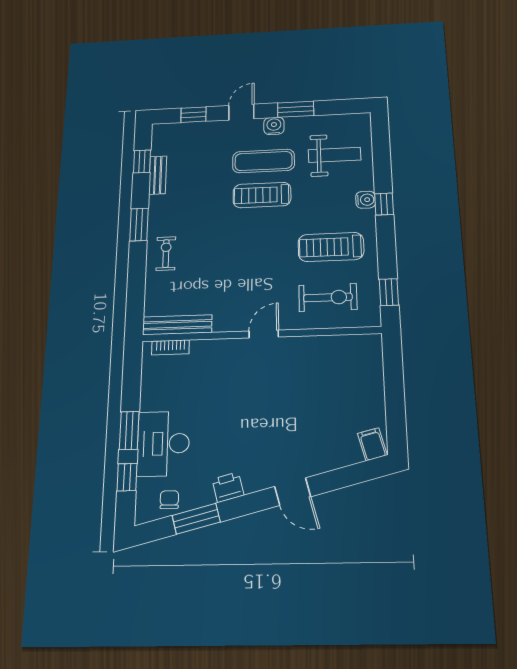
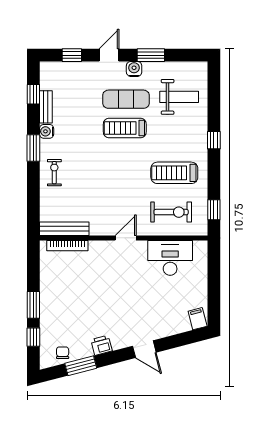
water cooler: (366, 200) -> (47, 131), moved, turned 180
bookcase: (170, 347) -> (67, 246), width x1.56
desk: (163, 444) -> (170, 258), moved, turned 90

